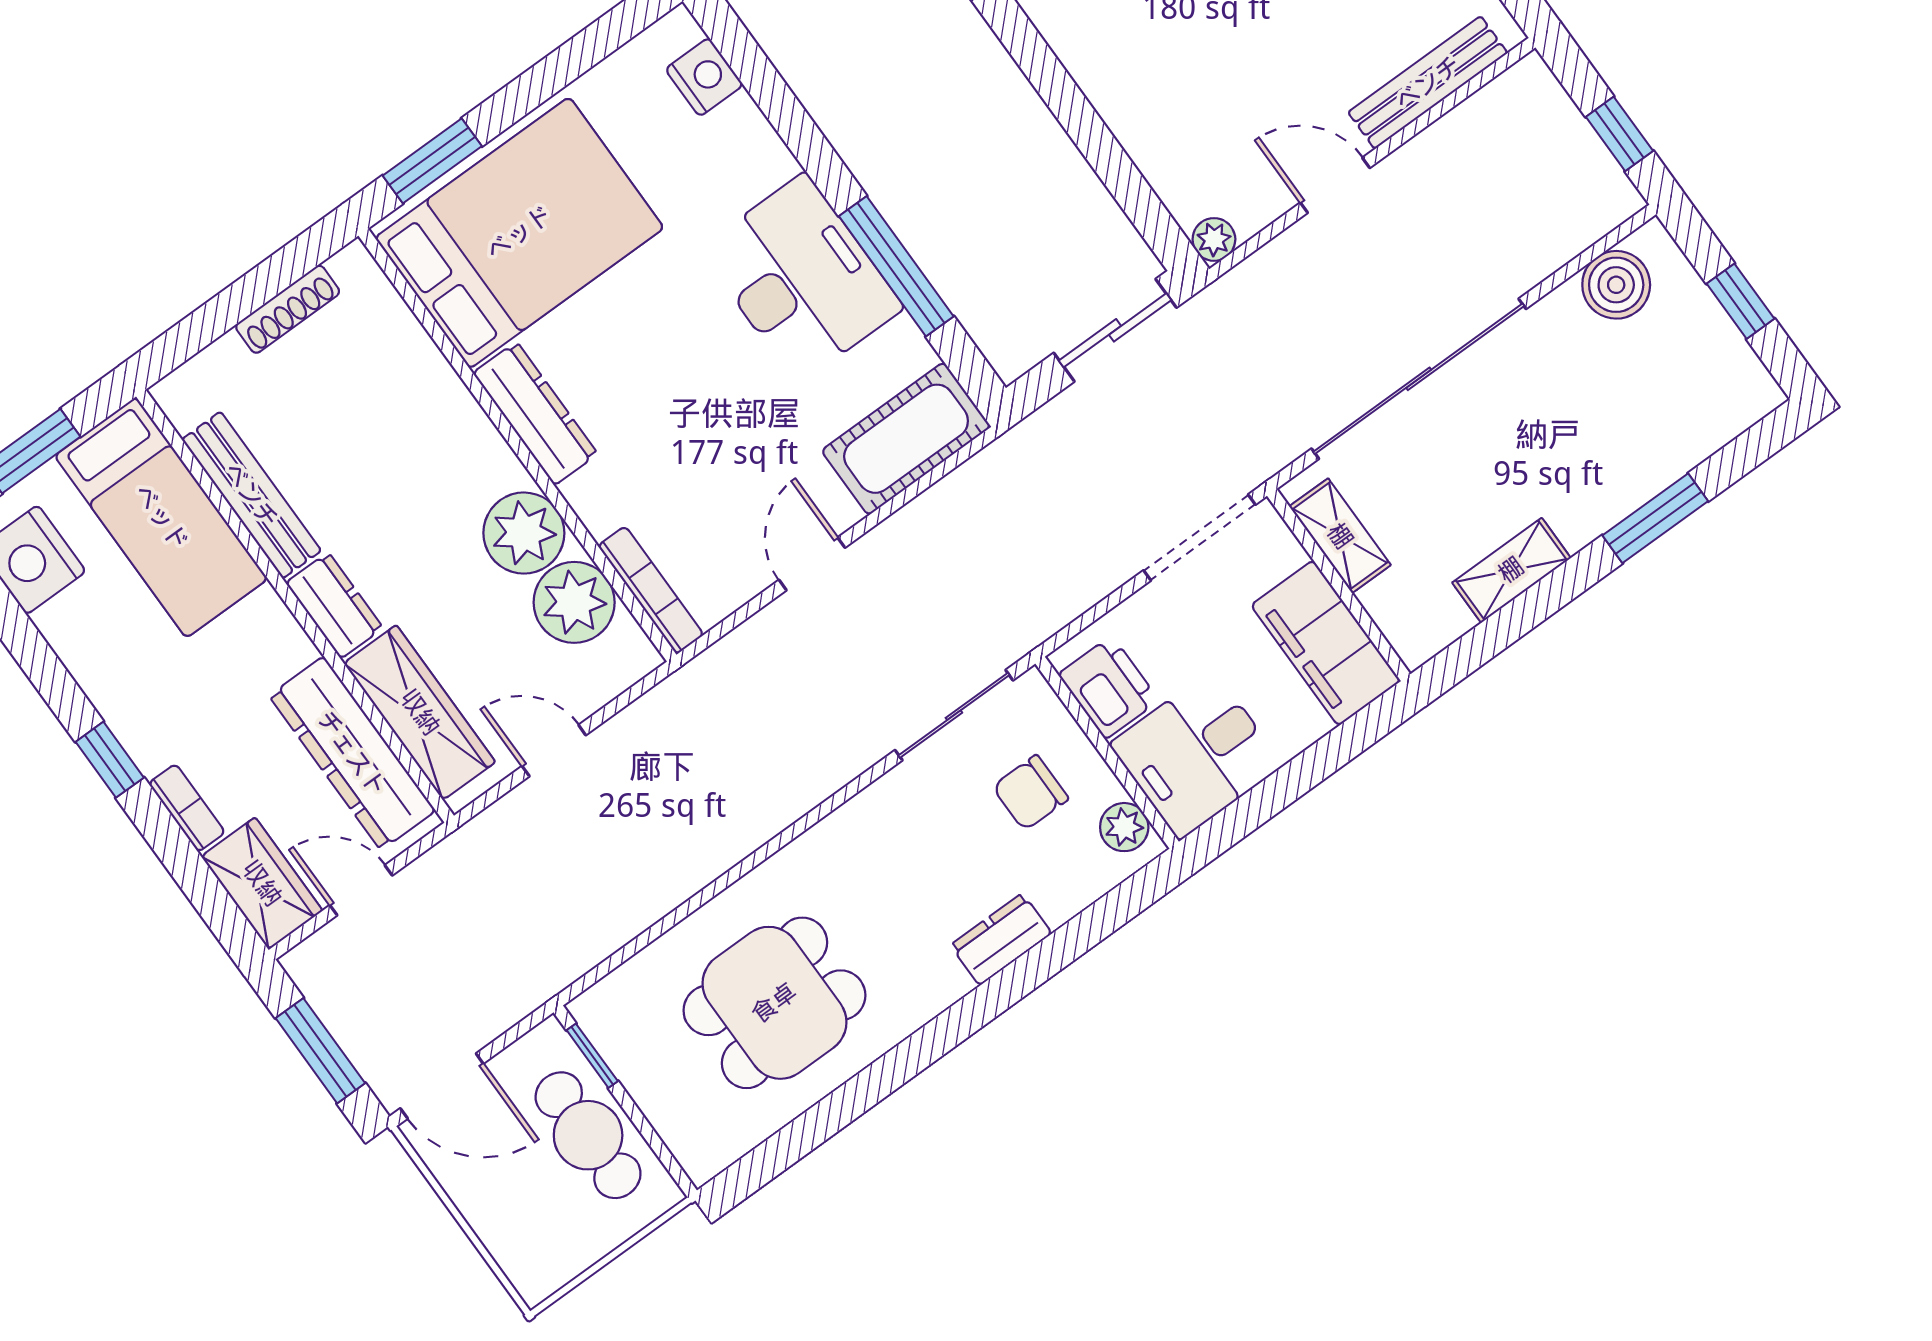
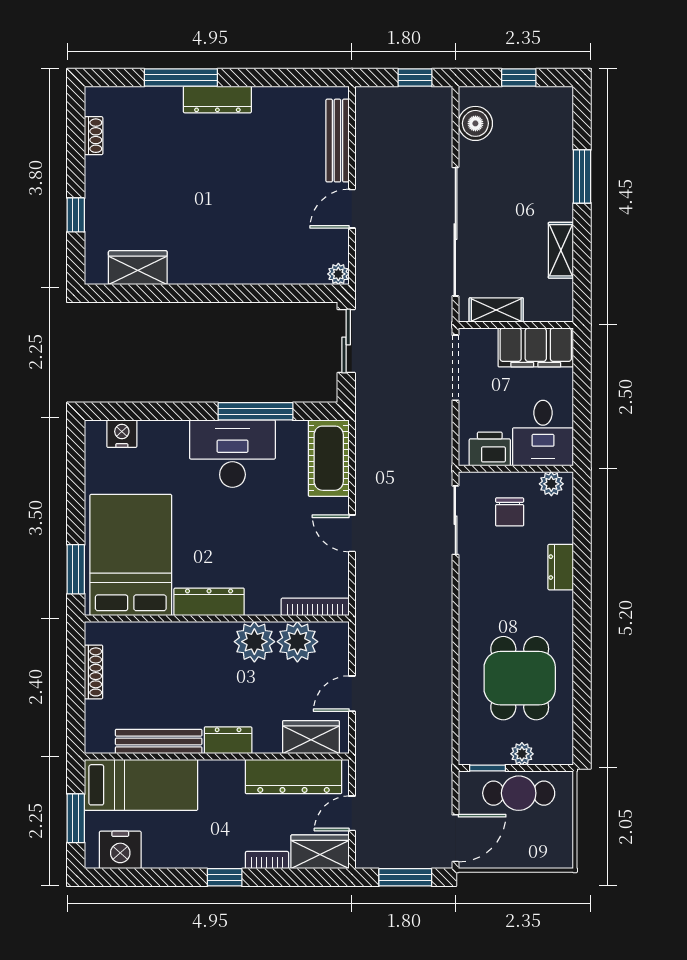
wardrobe: (420, 712) -> (311, 737), width x0.67
plant: (655, 1095) -> (522, 754), added

